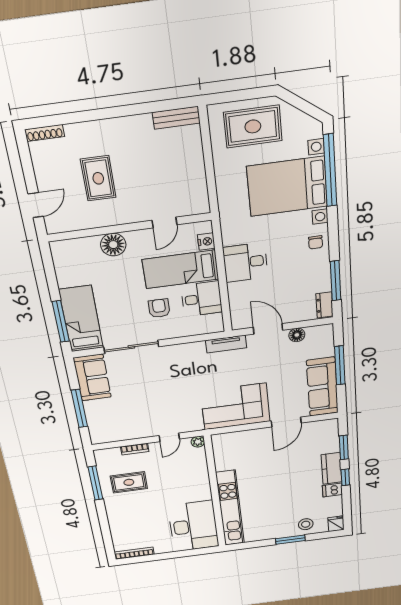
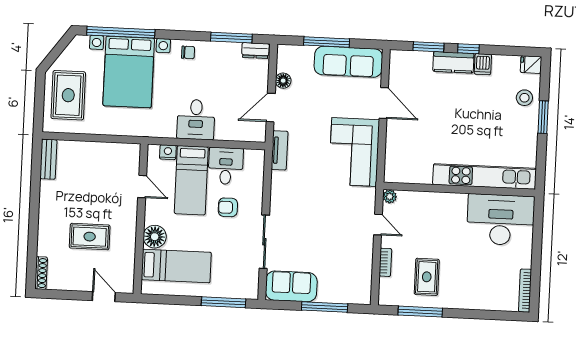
bed: (81, 319) -> (176, 266), moved, turned 180

